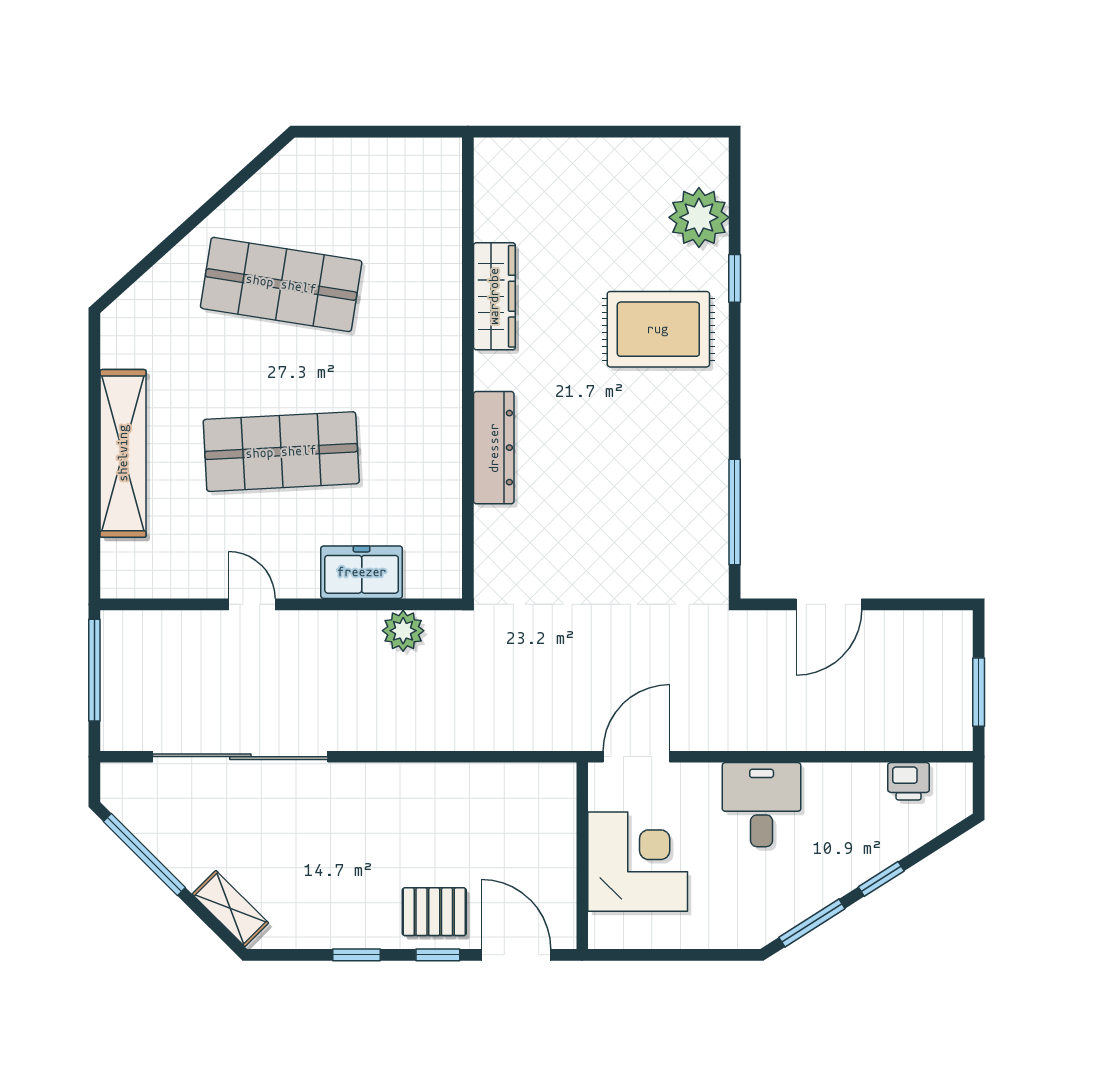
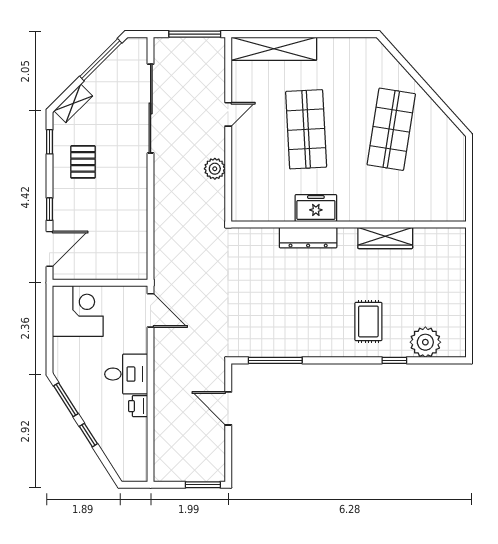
rug: (658, 329) -> (368, 321), width x0.73, depth x0.70
shelving: (123, 453) -> (274, 49), moved
freezer: (362, 572) -> (316, 208), moved, turned -90
plant: (403, 631) -> (215, 169), moved
window: (979, 692) -> (203, 485), moved
printer: (909, 781) -> (138, 406), moved
corner desk: (638, 862) -> (78, 311), moved, turned -90
pallet: (434, 912) -> (83, 162), moved
window: (356, 955) -> (50, 142), moved

